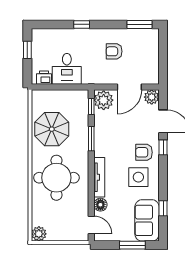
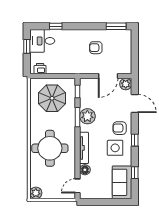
window: (82, 24) -> (56, 26), moved
desk: (67, 69) -> (42, 41), moved, turned 90
plant: (104, 100) -> (87, 116), moved
parasol: (52, 129) -> (52, 98), moved
window: (163, 147) -> (135, 140), moved
door: (91, 225) -> (78, 186), swing flipped
window: (132, 245) -> (110, 202), removed

